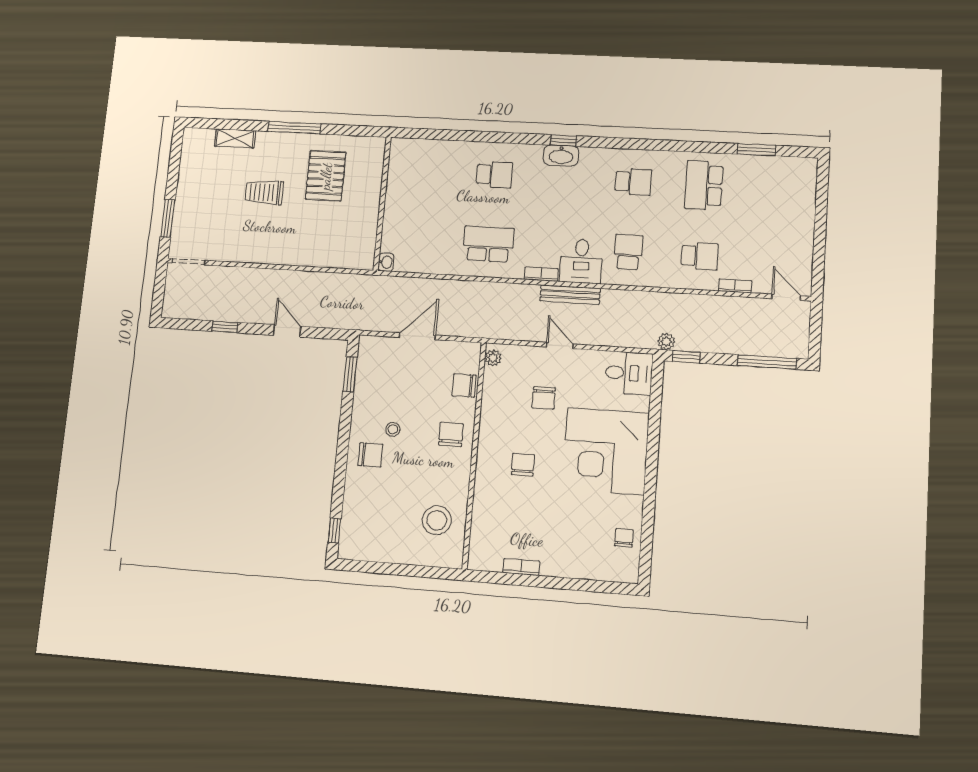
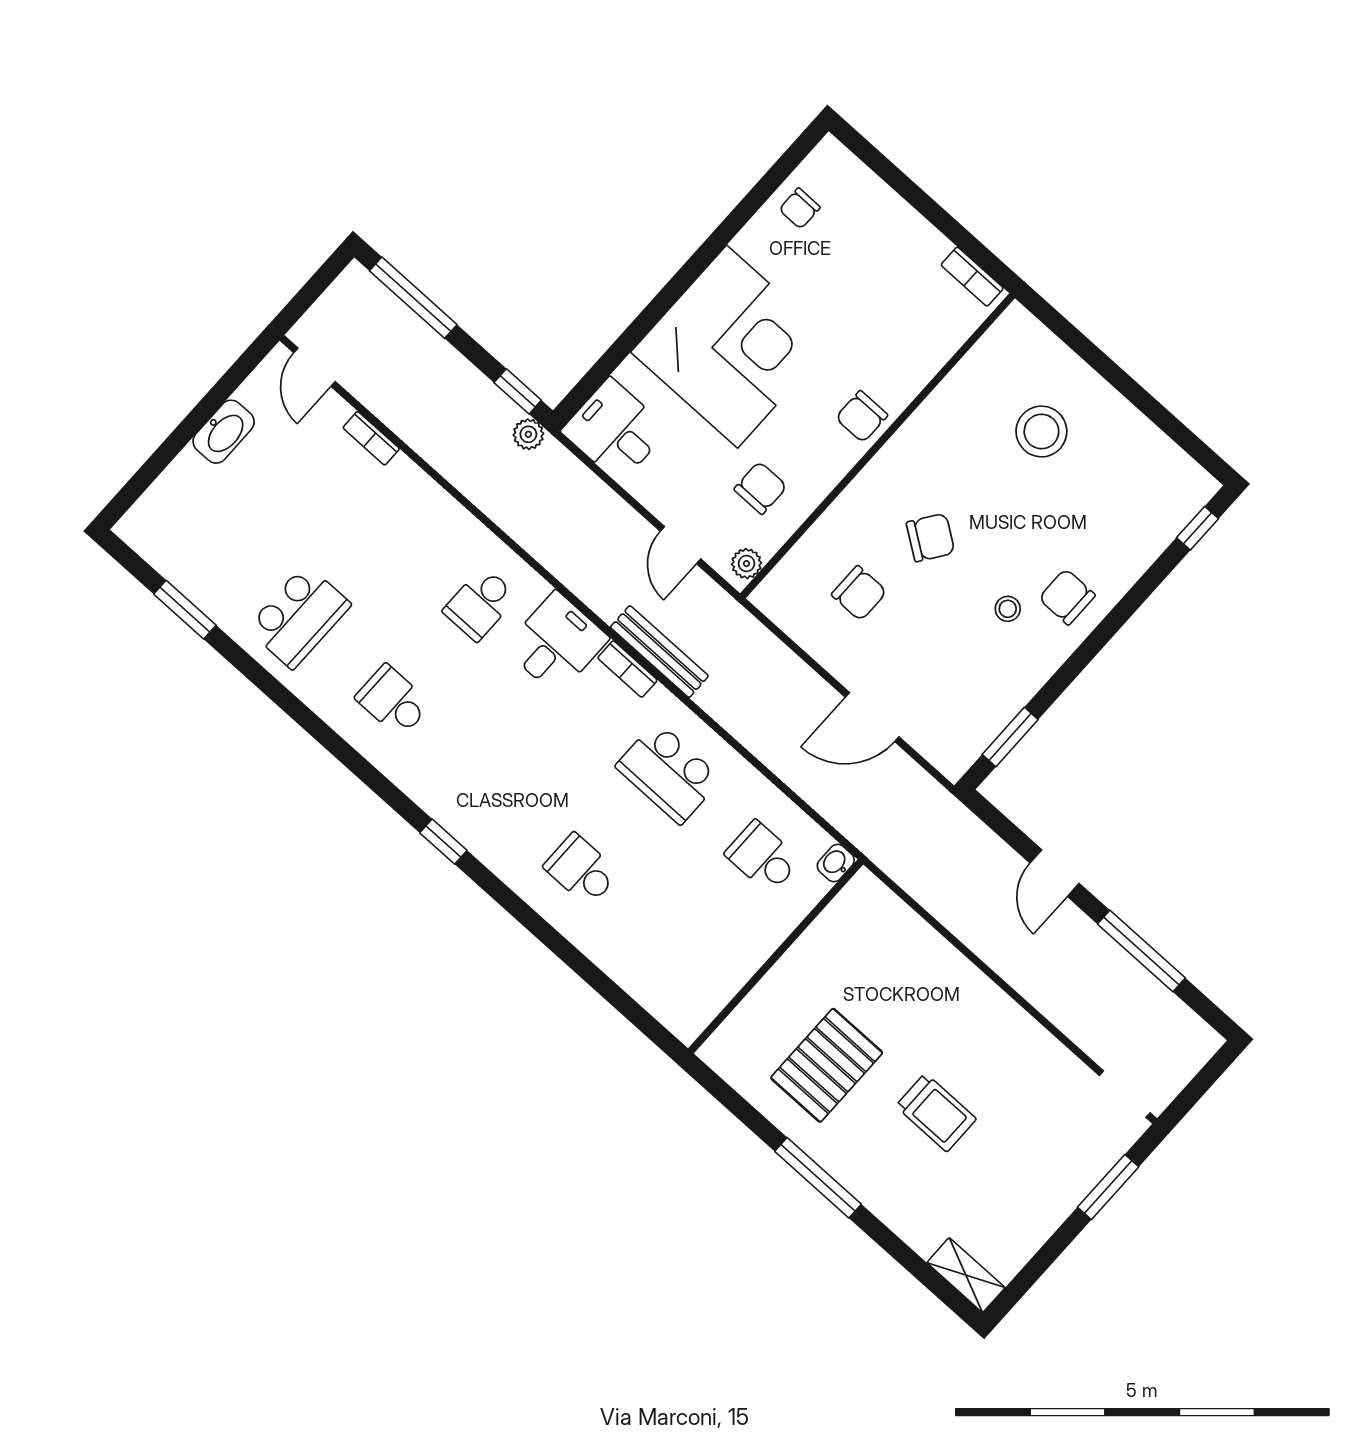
shelving: (235, 138) -> (966, 1275), moved
washbasin: (561, 155) -> (224, 432), moved, turned 90
school desk: (700, 256) -> (763, 857), moved
bench: (570, 295) -> (659, 652), moved
window: (225, 327) -> (1141, 951), width x2.17
plant: (493, 358) -> (747, 564), moved
chair: (451, 434) -> (931, 538), turned -145
wall: (474, 455) -> (878, 446), moved

